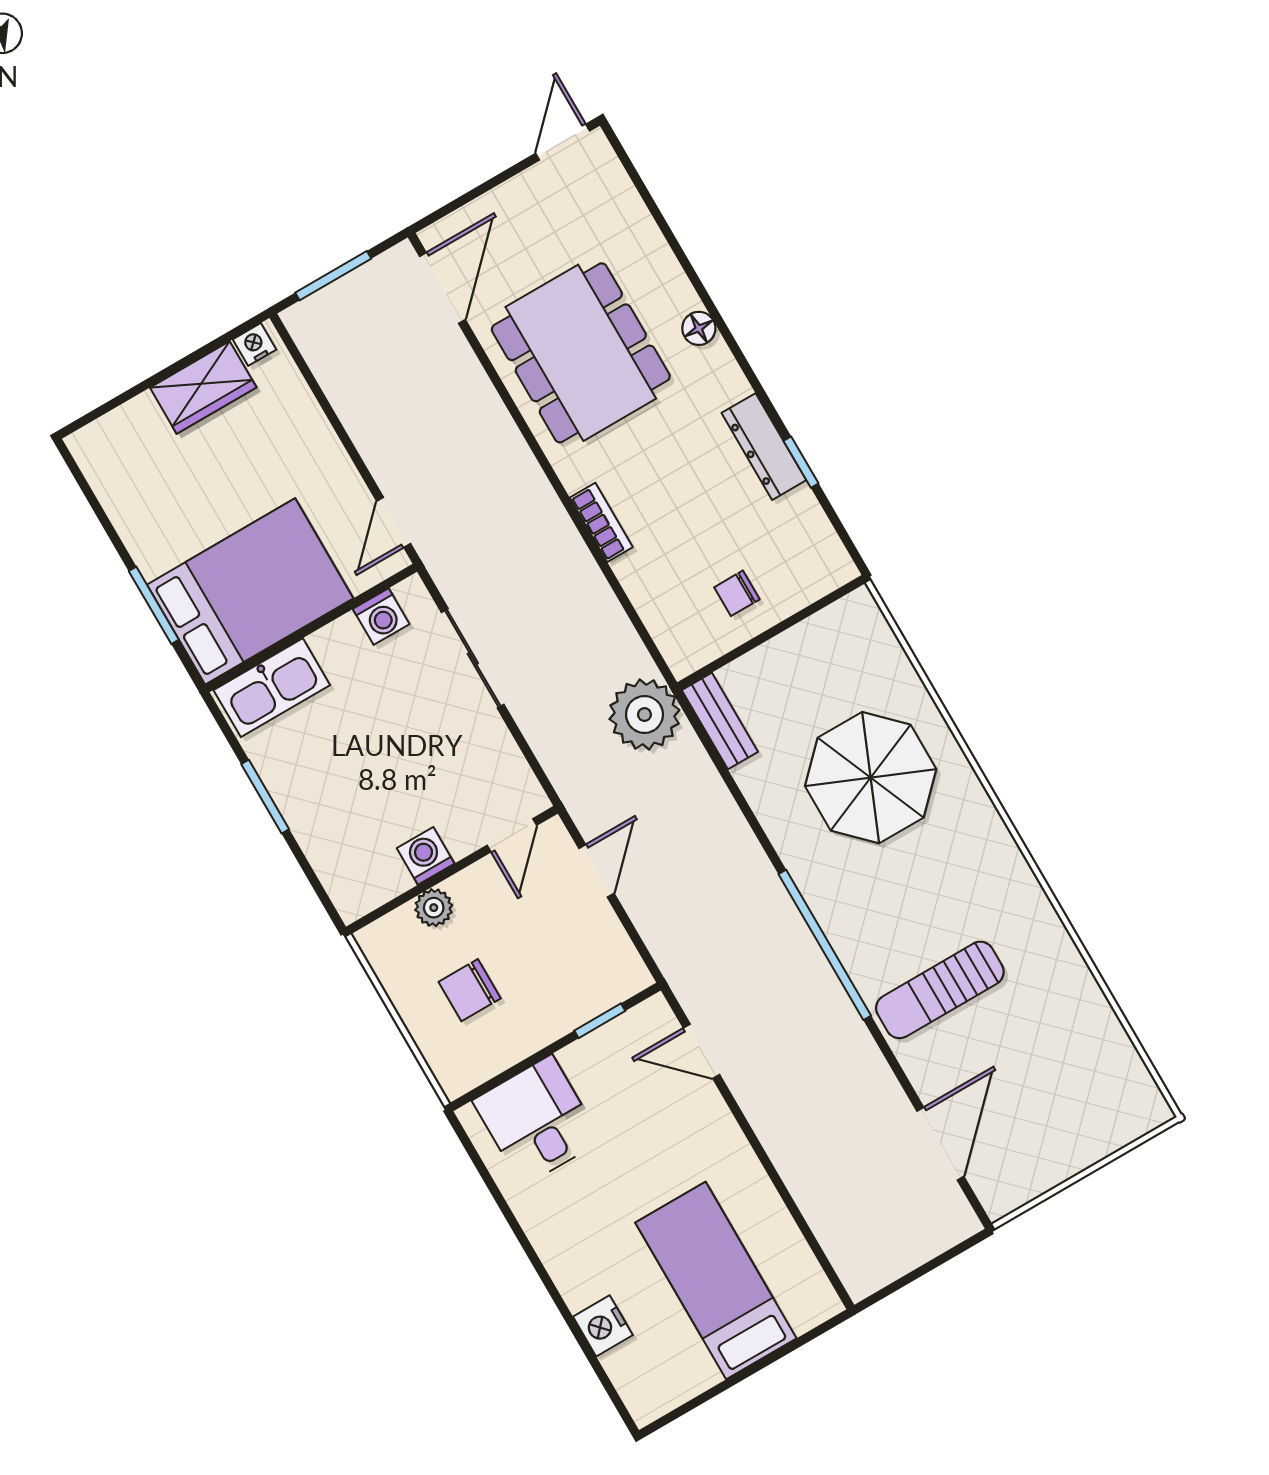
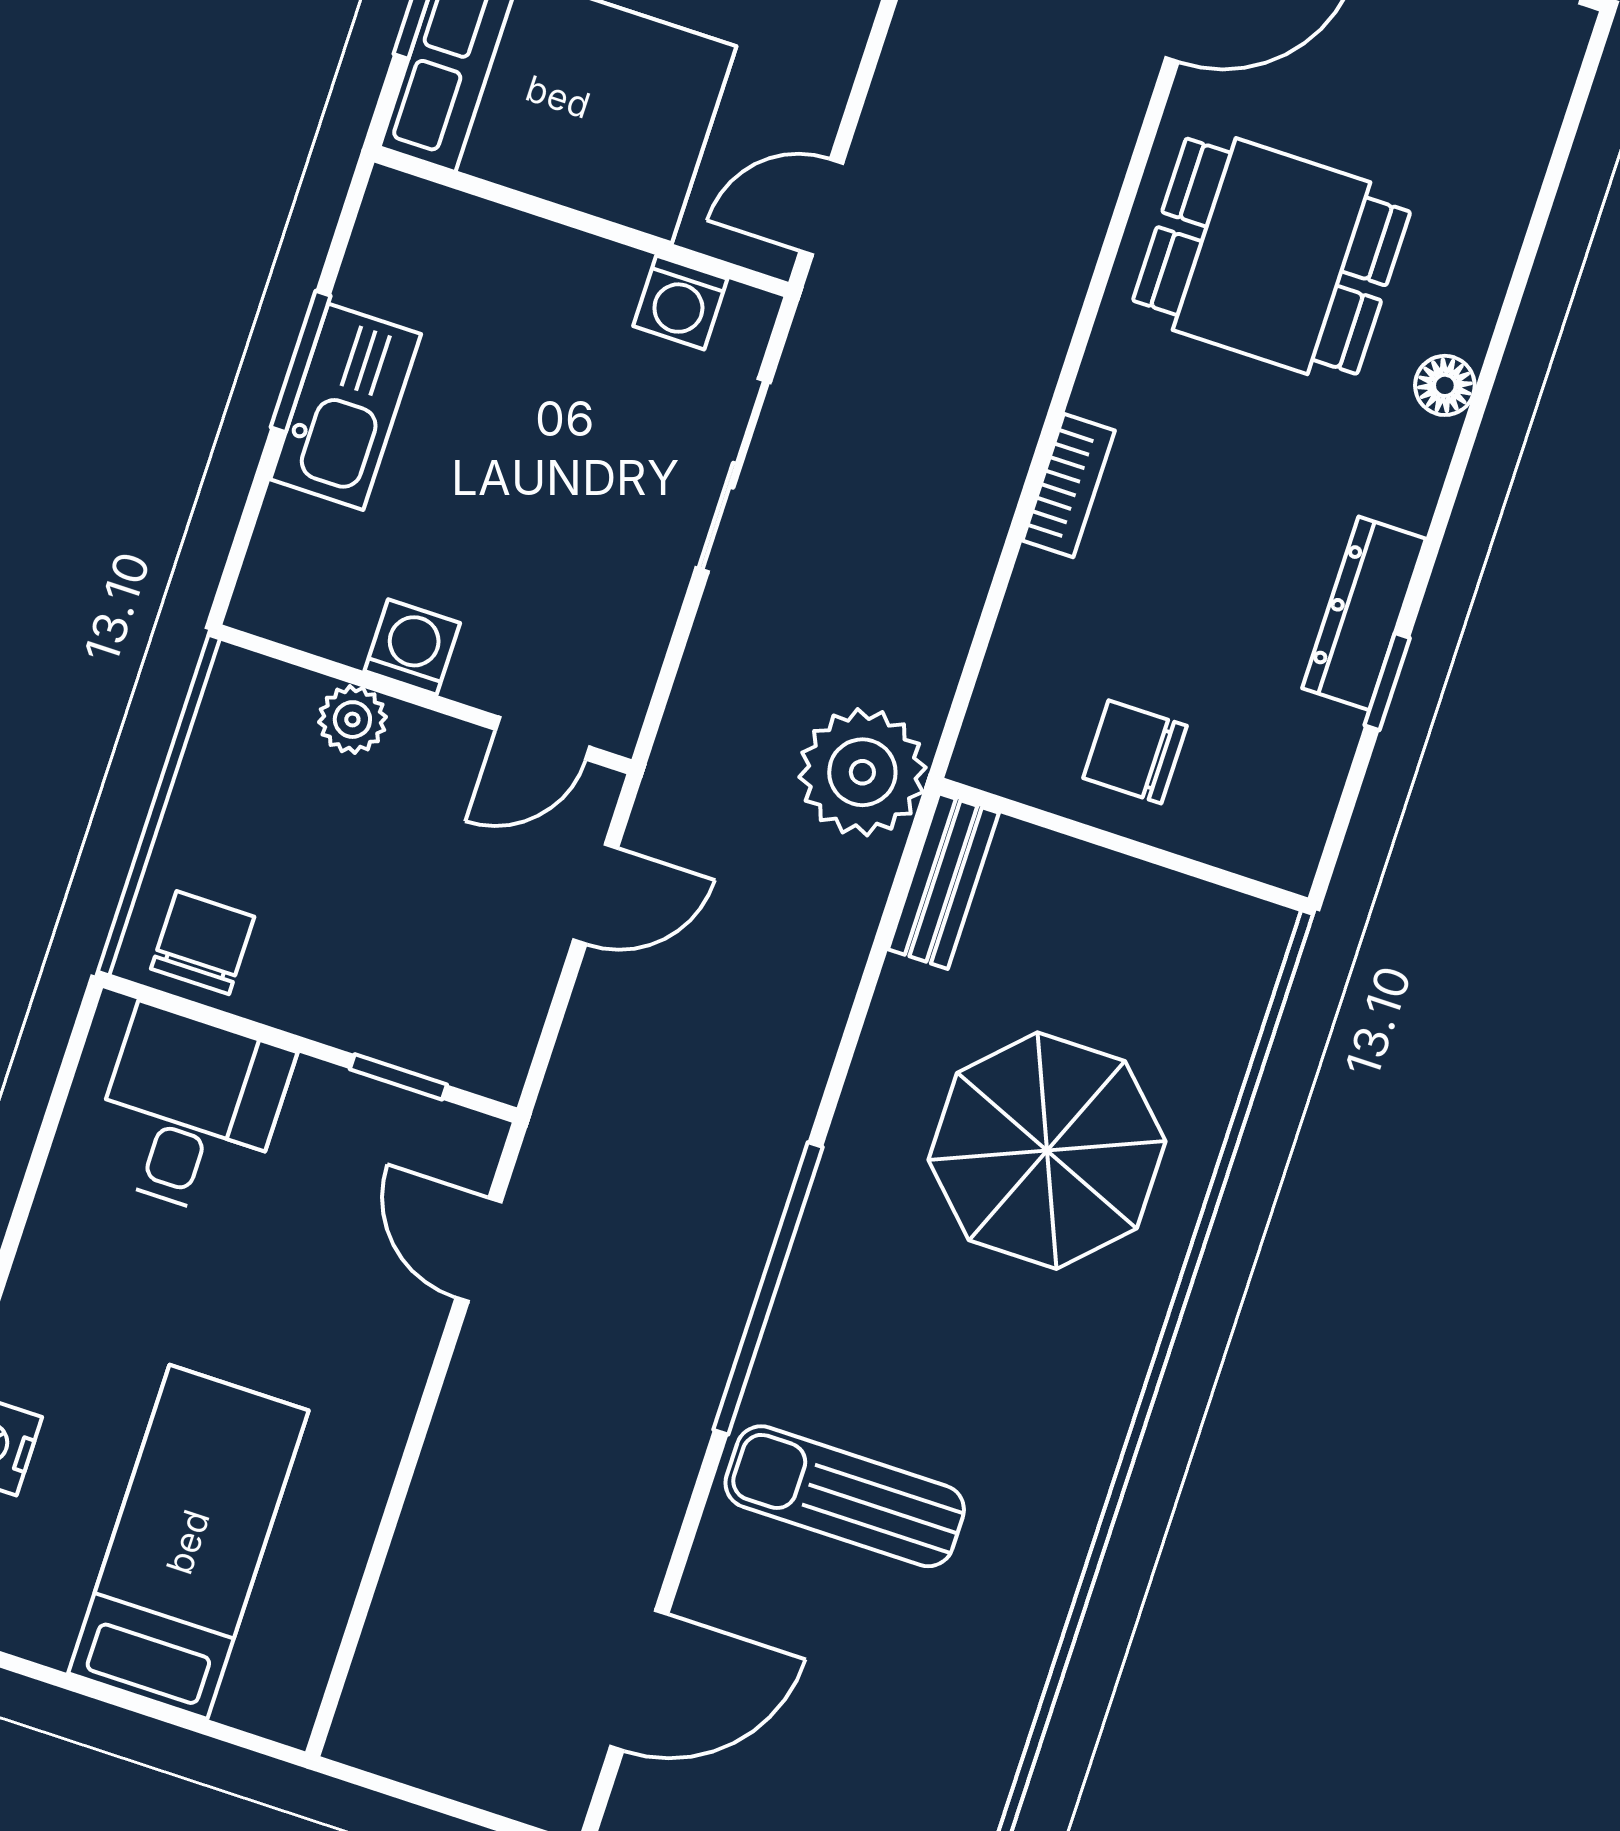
dining table: (581, 353) -> (1272, 256), width x0.73
chair: (737, 593) -> (1135, 752), width x1.37, depth x1.37
kitchen sink: (272, 688) -> (346, 407), moved, turned -90
chair: (470, 990) -> (203, 943), moved, turned 90

